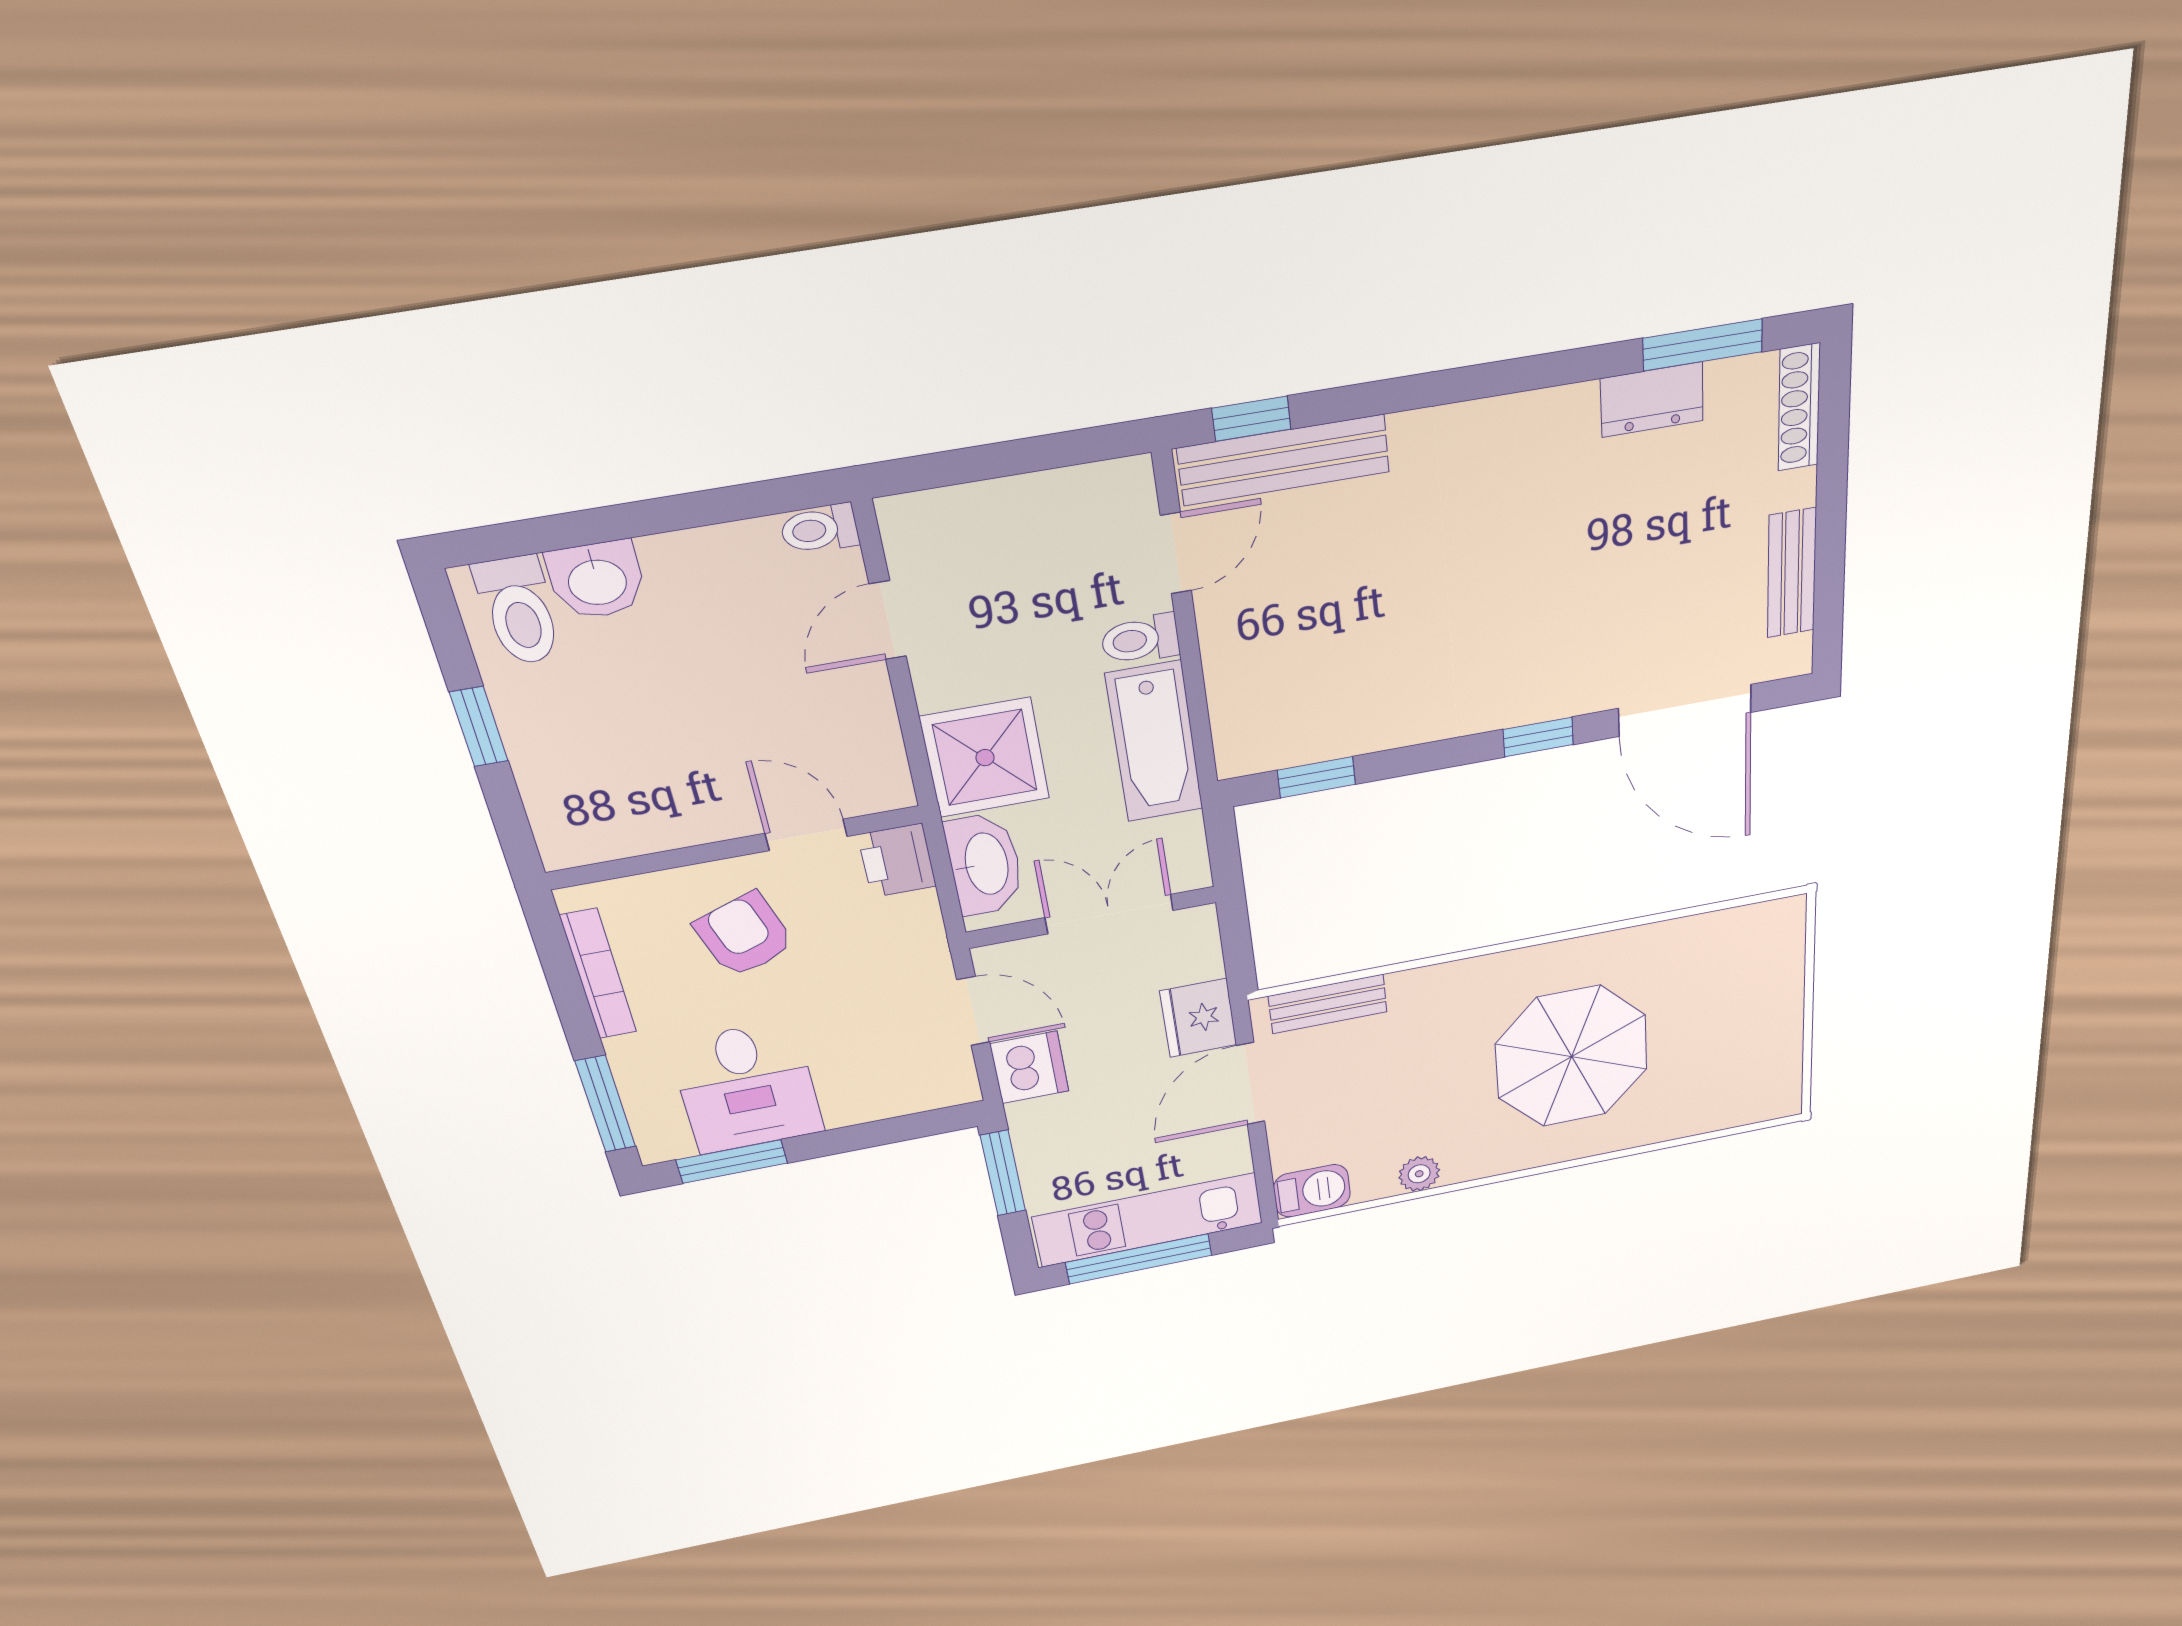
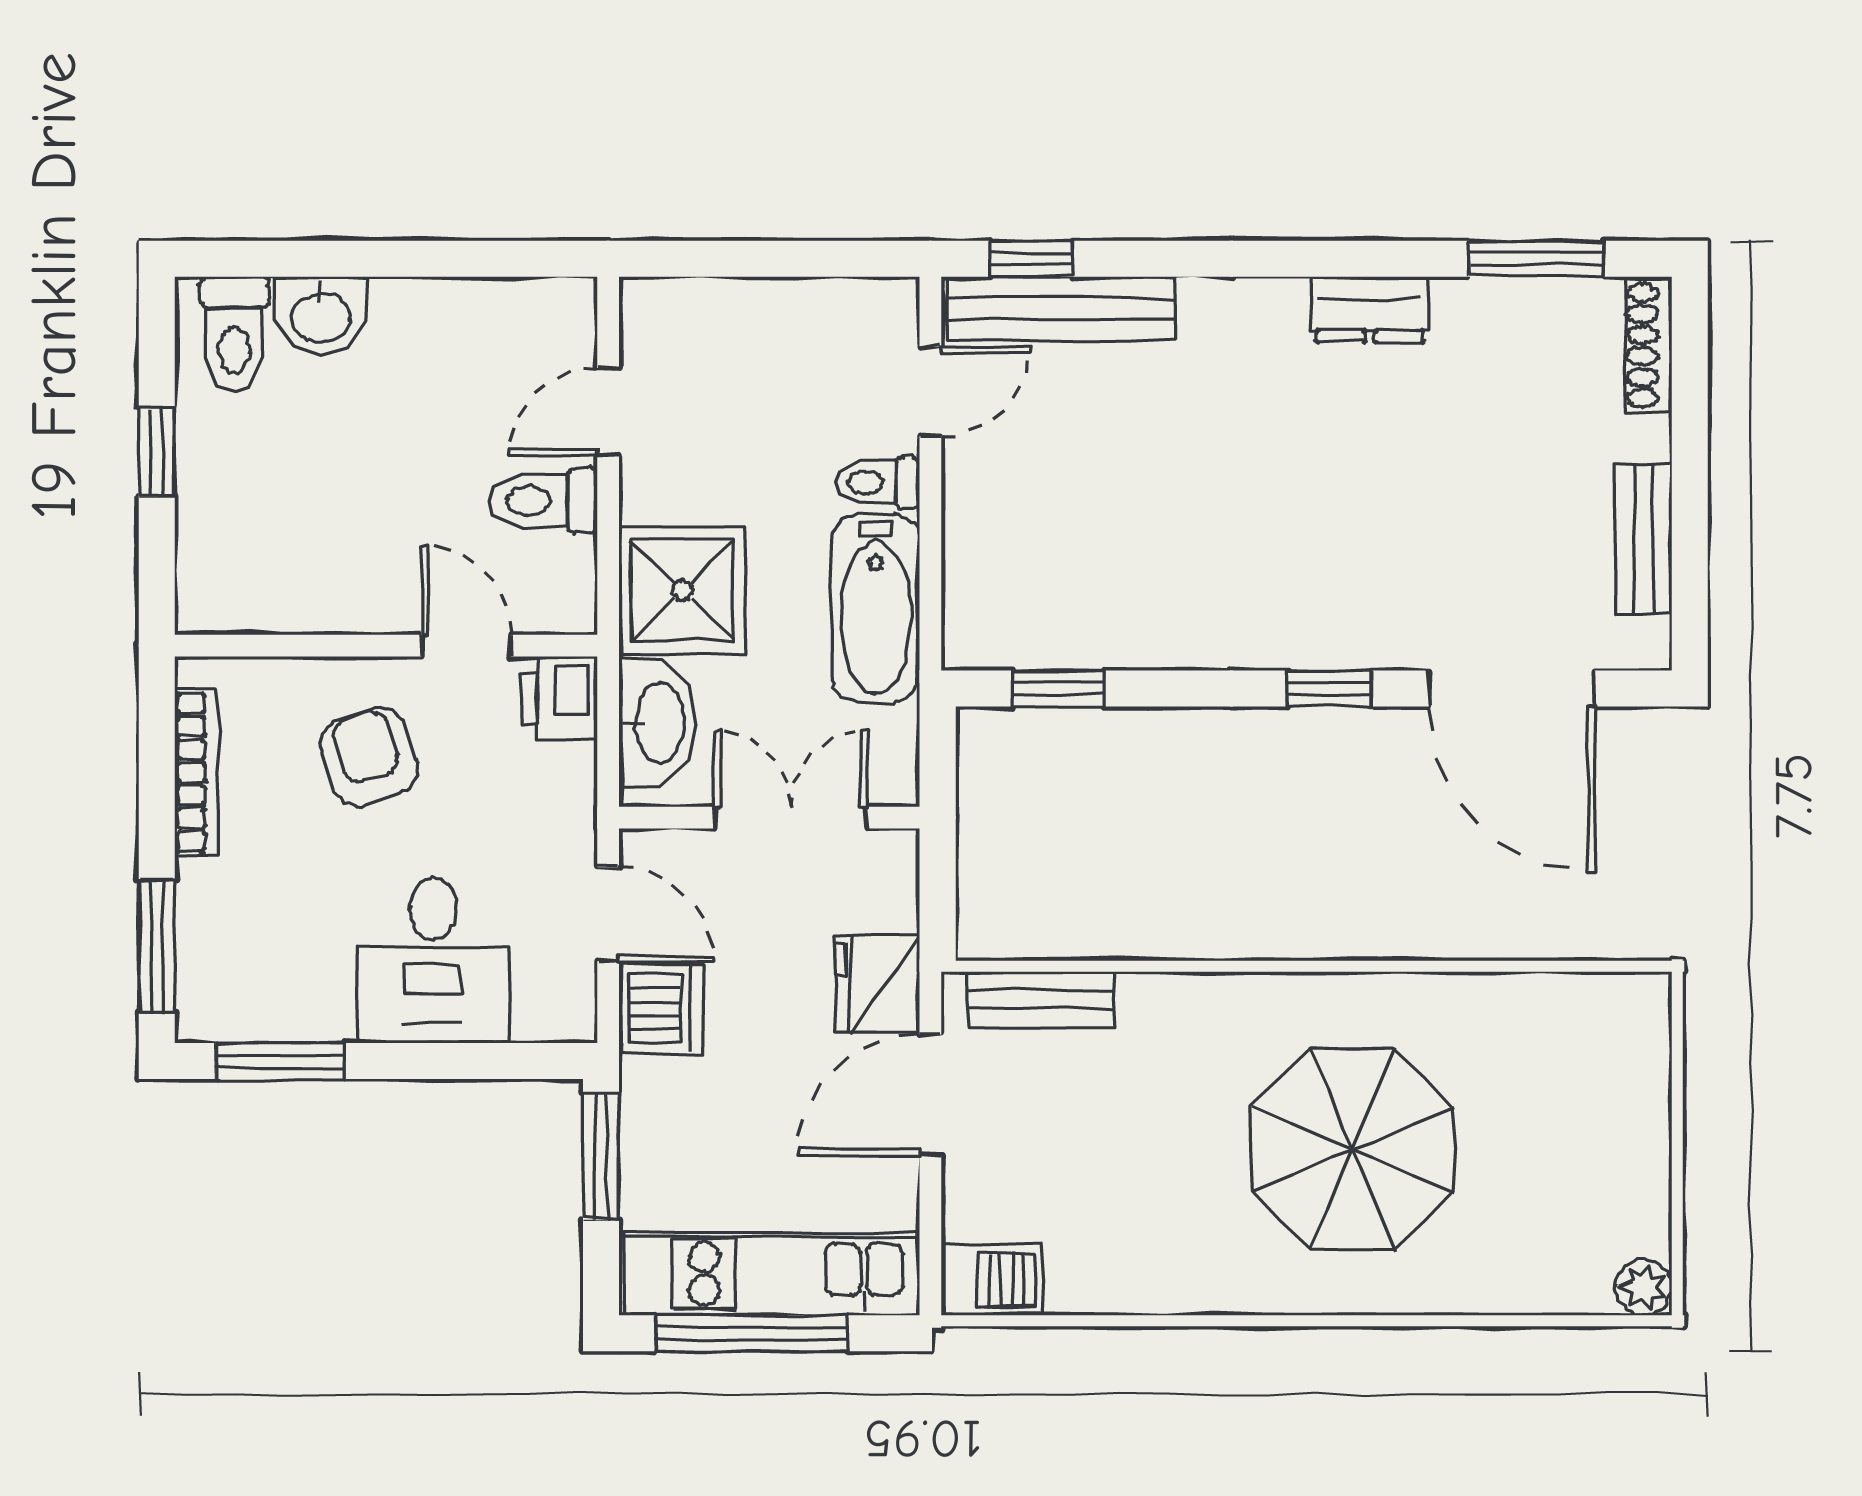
dresser: (1652, 400) -> (1370, 310), moved
toilet: (820, 529) -> (544, 501), moved, width x1.37, depth x1.39
desk: (747, 1087) -> (433, 960), moved
plant: (1419, 1174) -> (1644, 1287), moved

